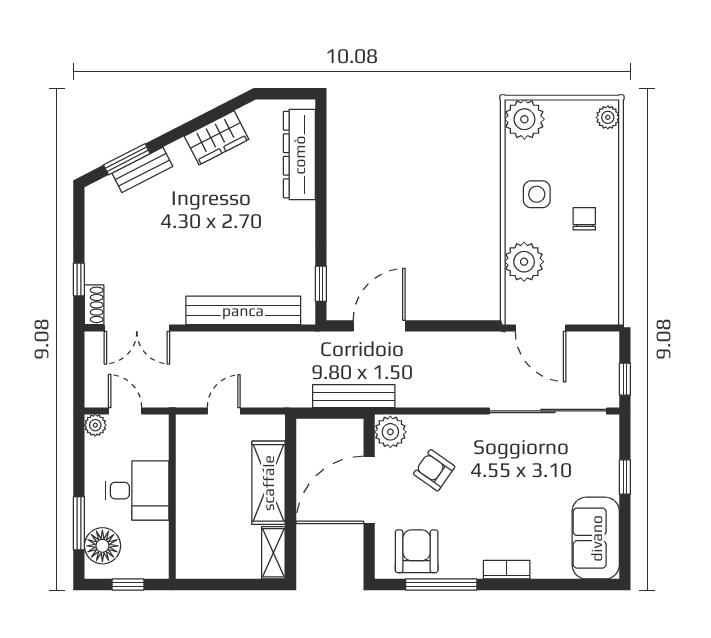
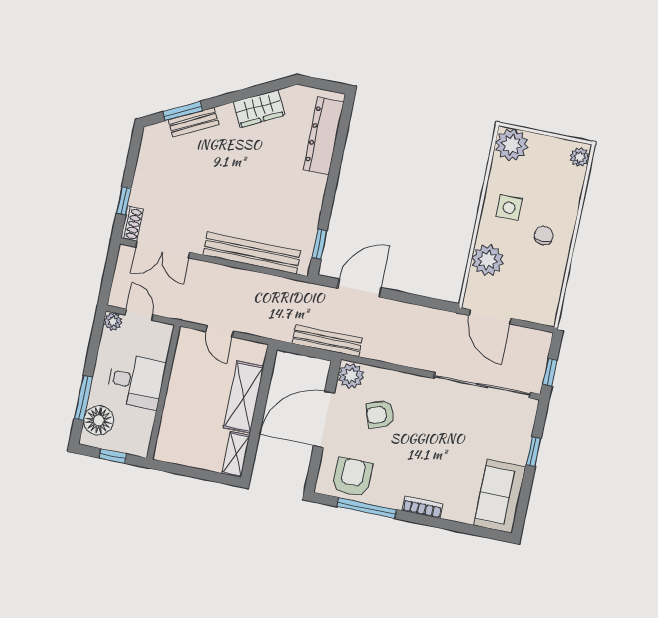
door: (224, 411) -> (219, 331), swing flipped
armchair: (434, 470) -> (380, 414), turned -55

